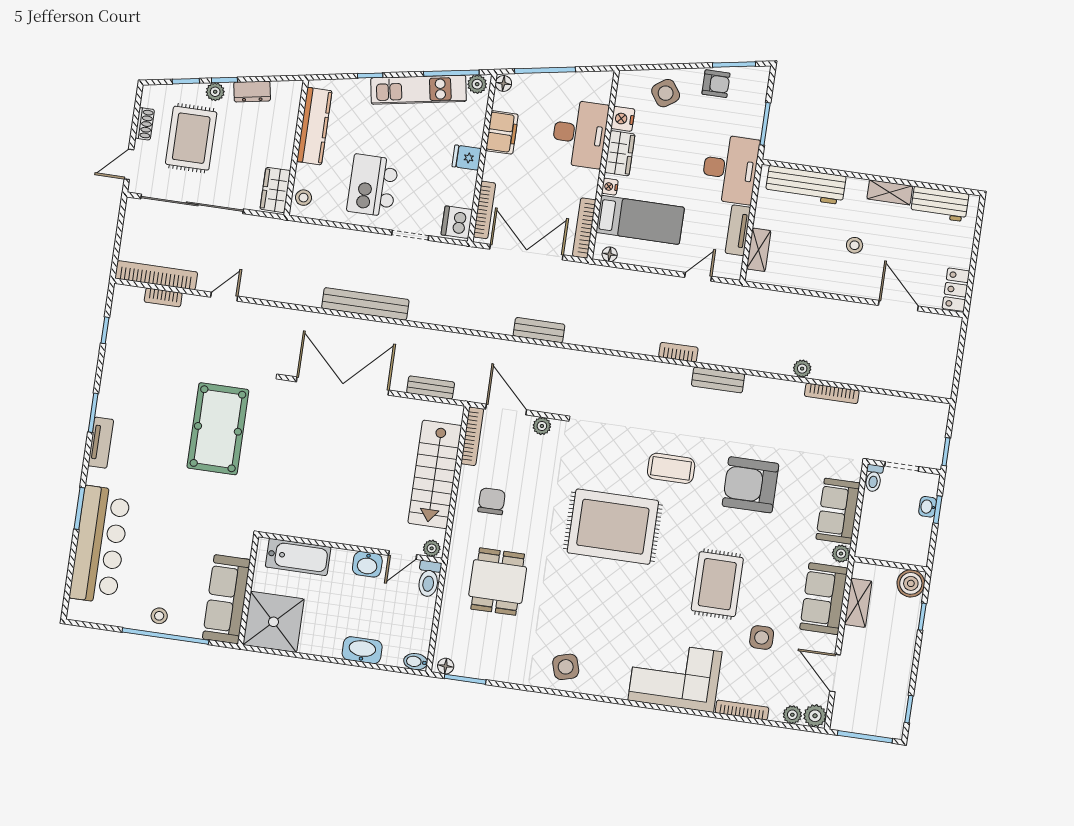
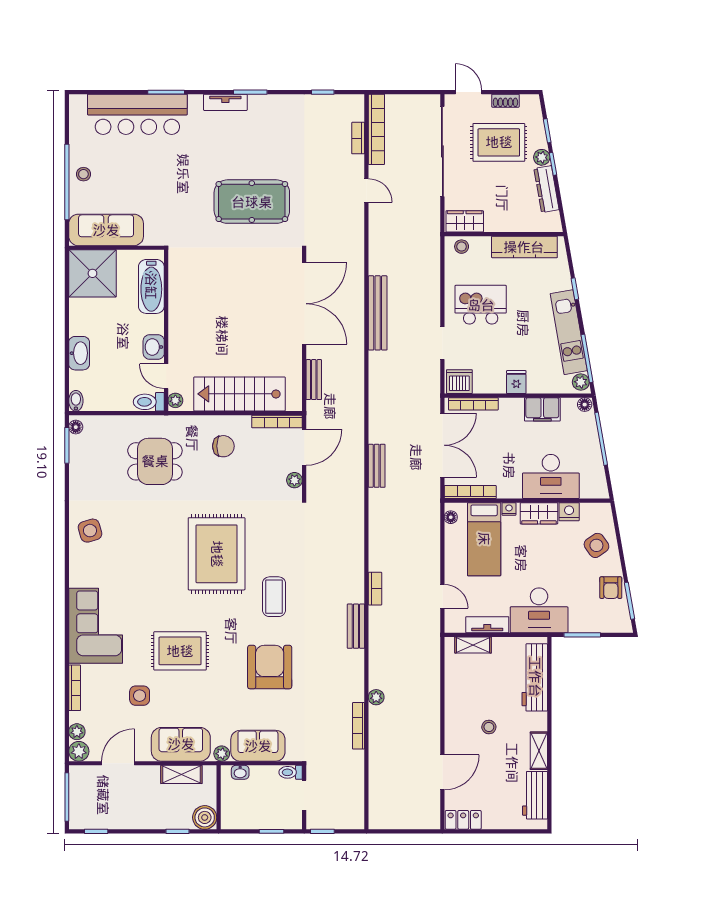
dresser: (252, 92) -> (546, 189), width x1.44
washbasin: (928, 507) -> (240, 772), moved, turned 180

